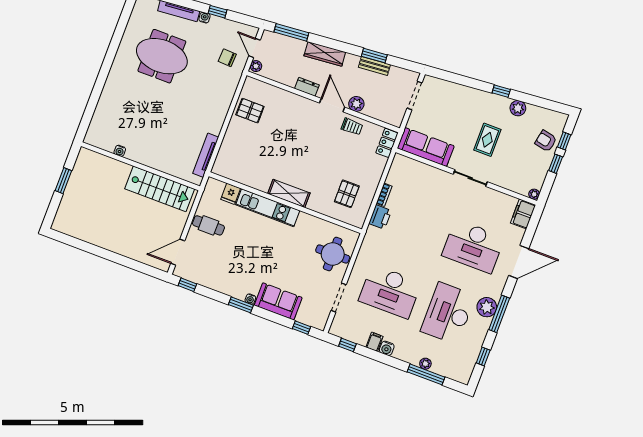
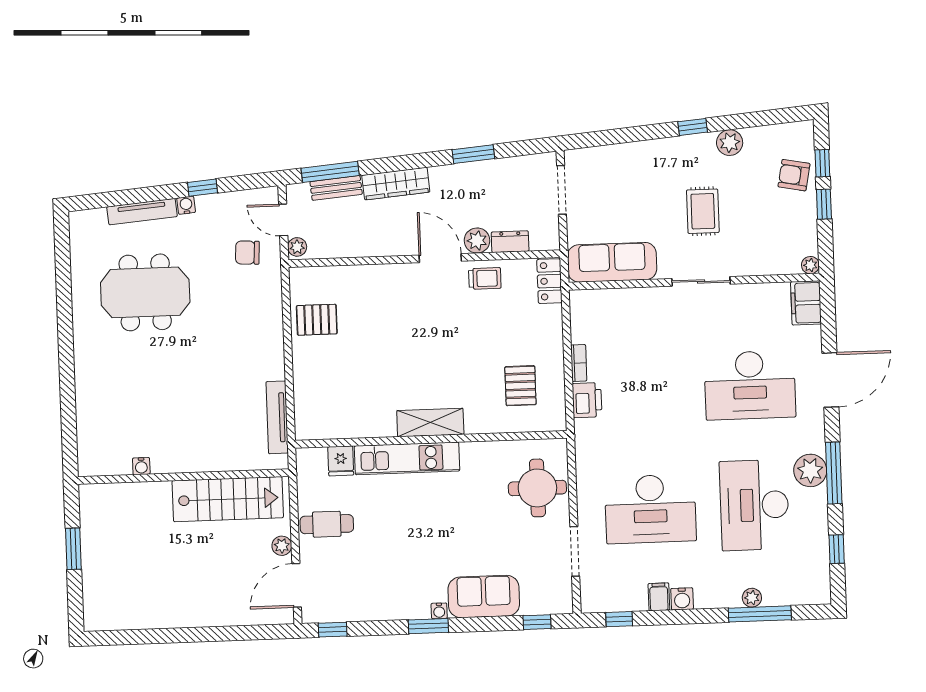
bench: (374, 66) -> (336, 188), moved
dresser: (307, 87) -> (510, 242), moved
plant: (179, 227) -> (282, 546), added

